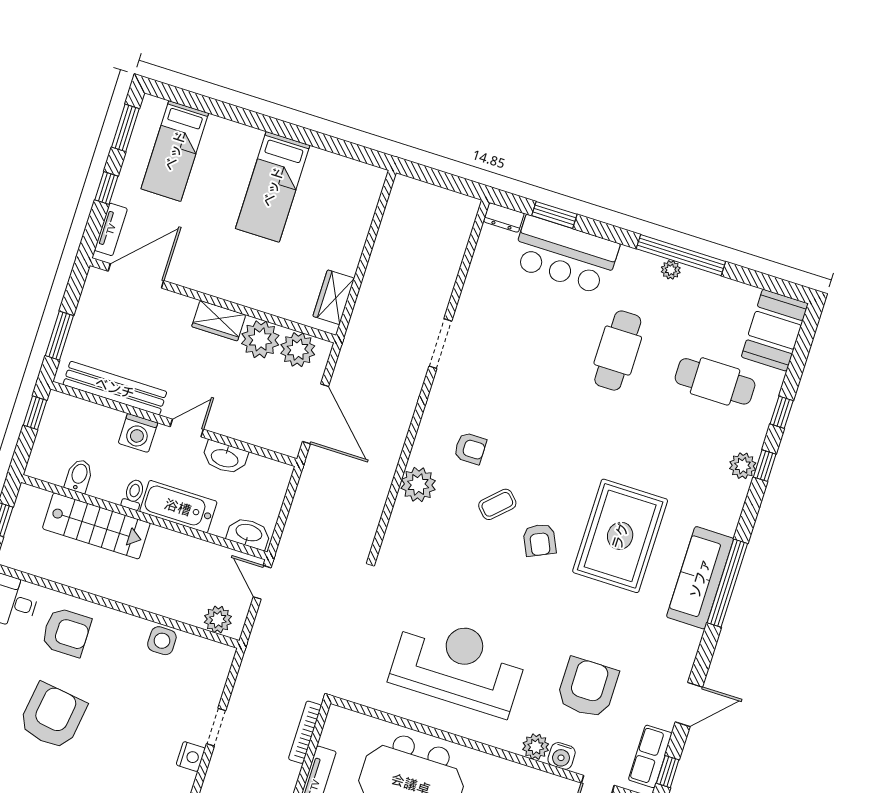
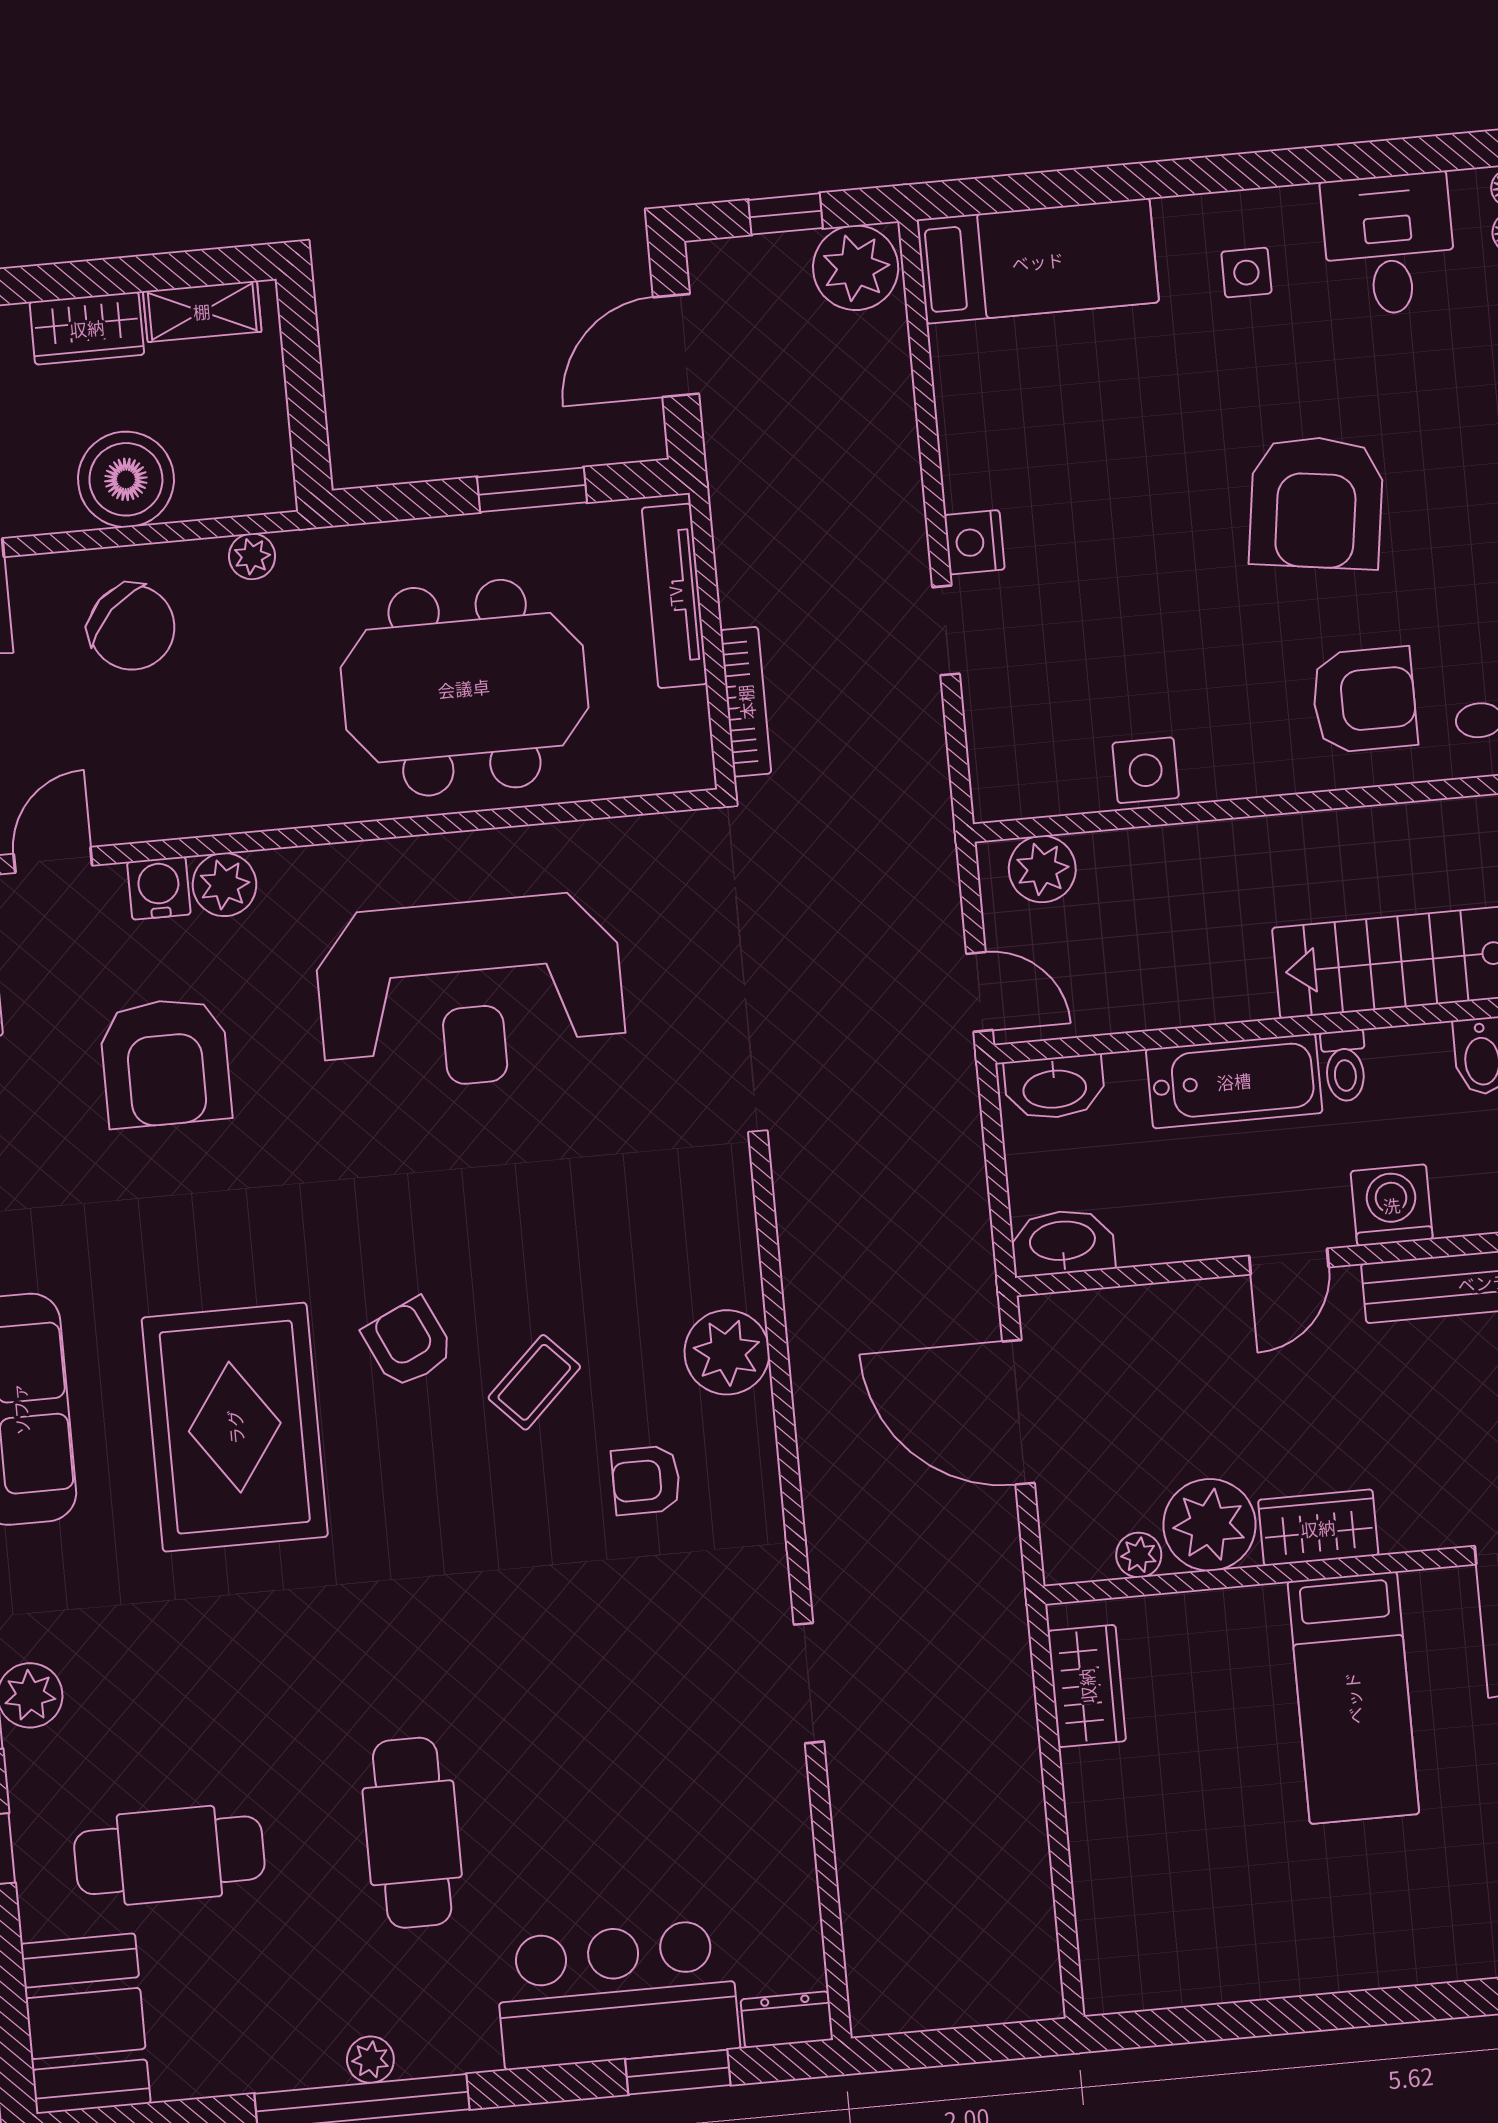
bed: (273, 187) -> (1353, 1698), moved, turned 180
plant: (298, 350) -> (1139, 1555), width x0.53, depth x0.53
washbasin: (225, 458) -> (1063, 1243), moved
armchair: (66, 632) -> (1364, 700), turned 180

